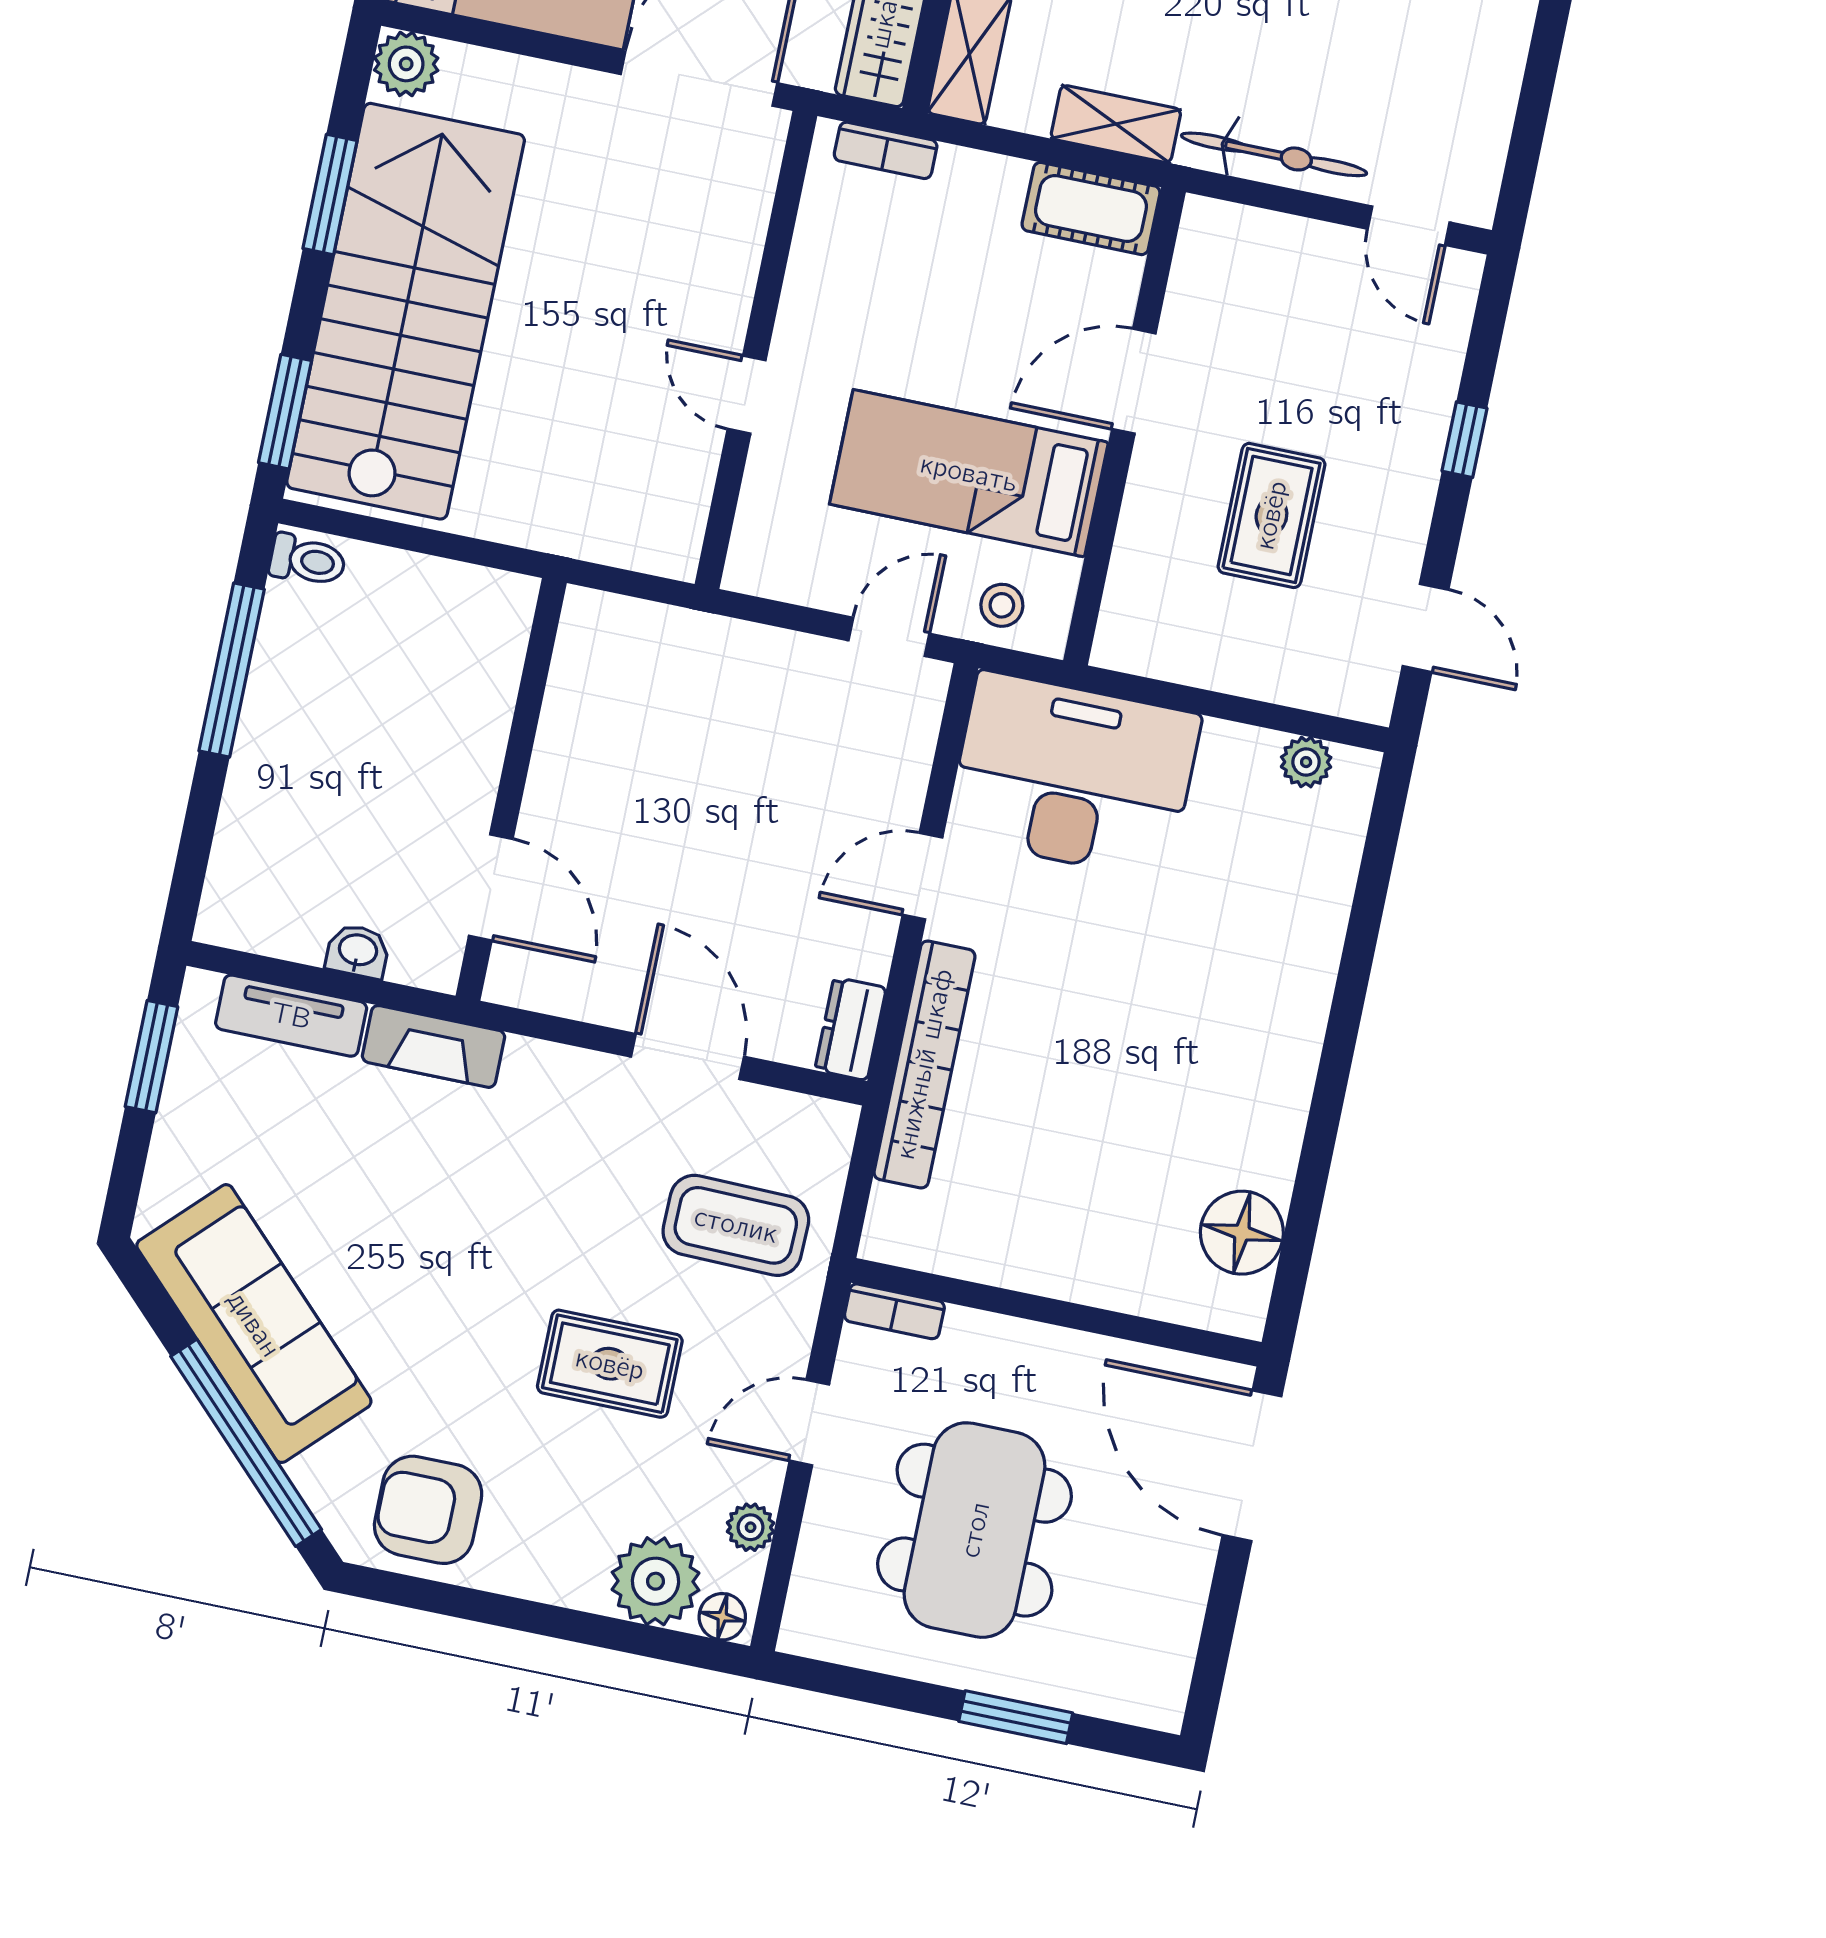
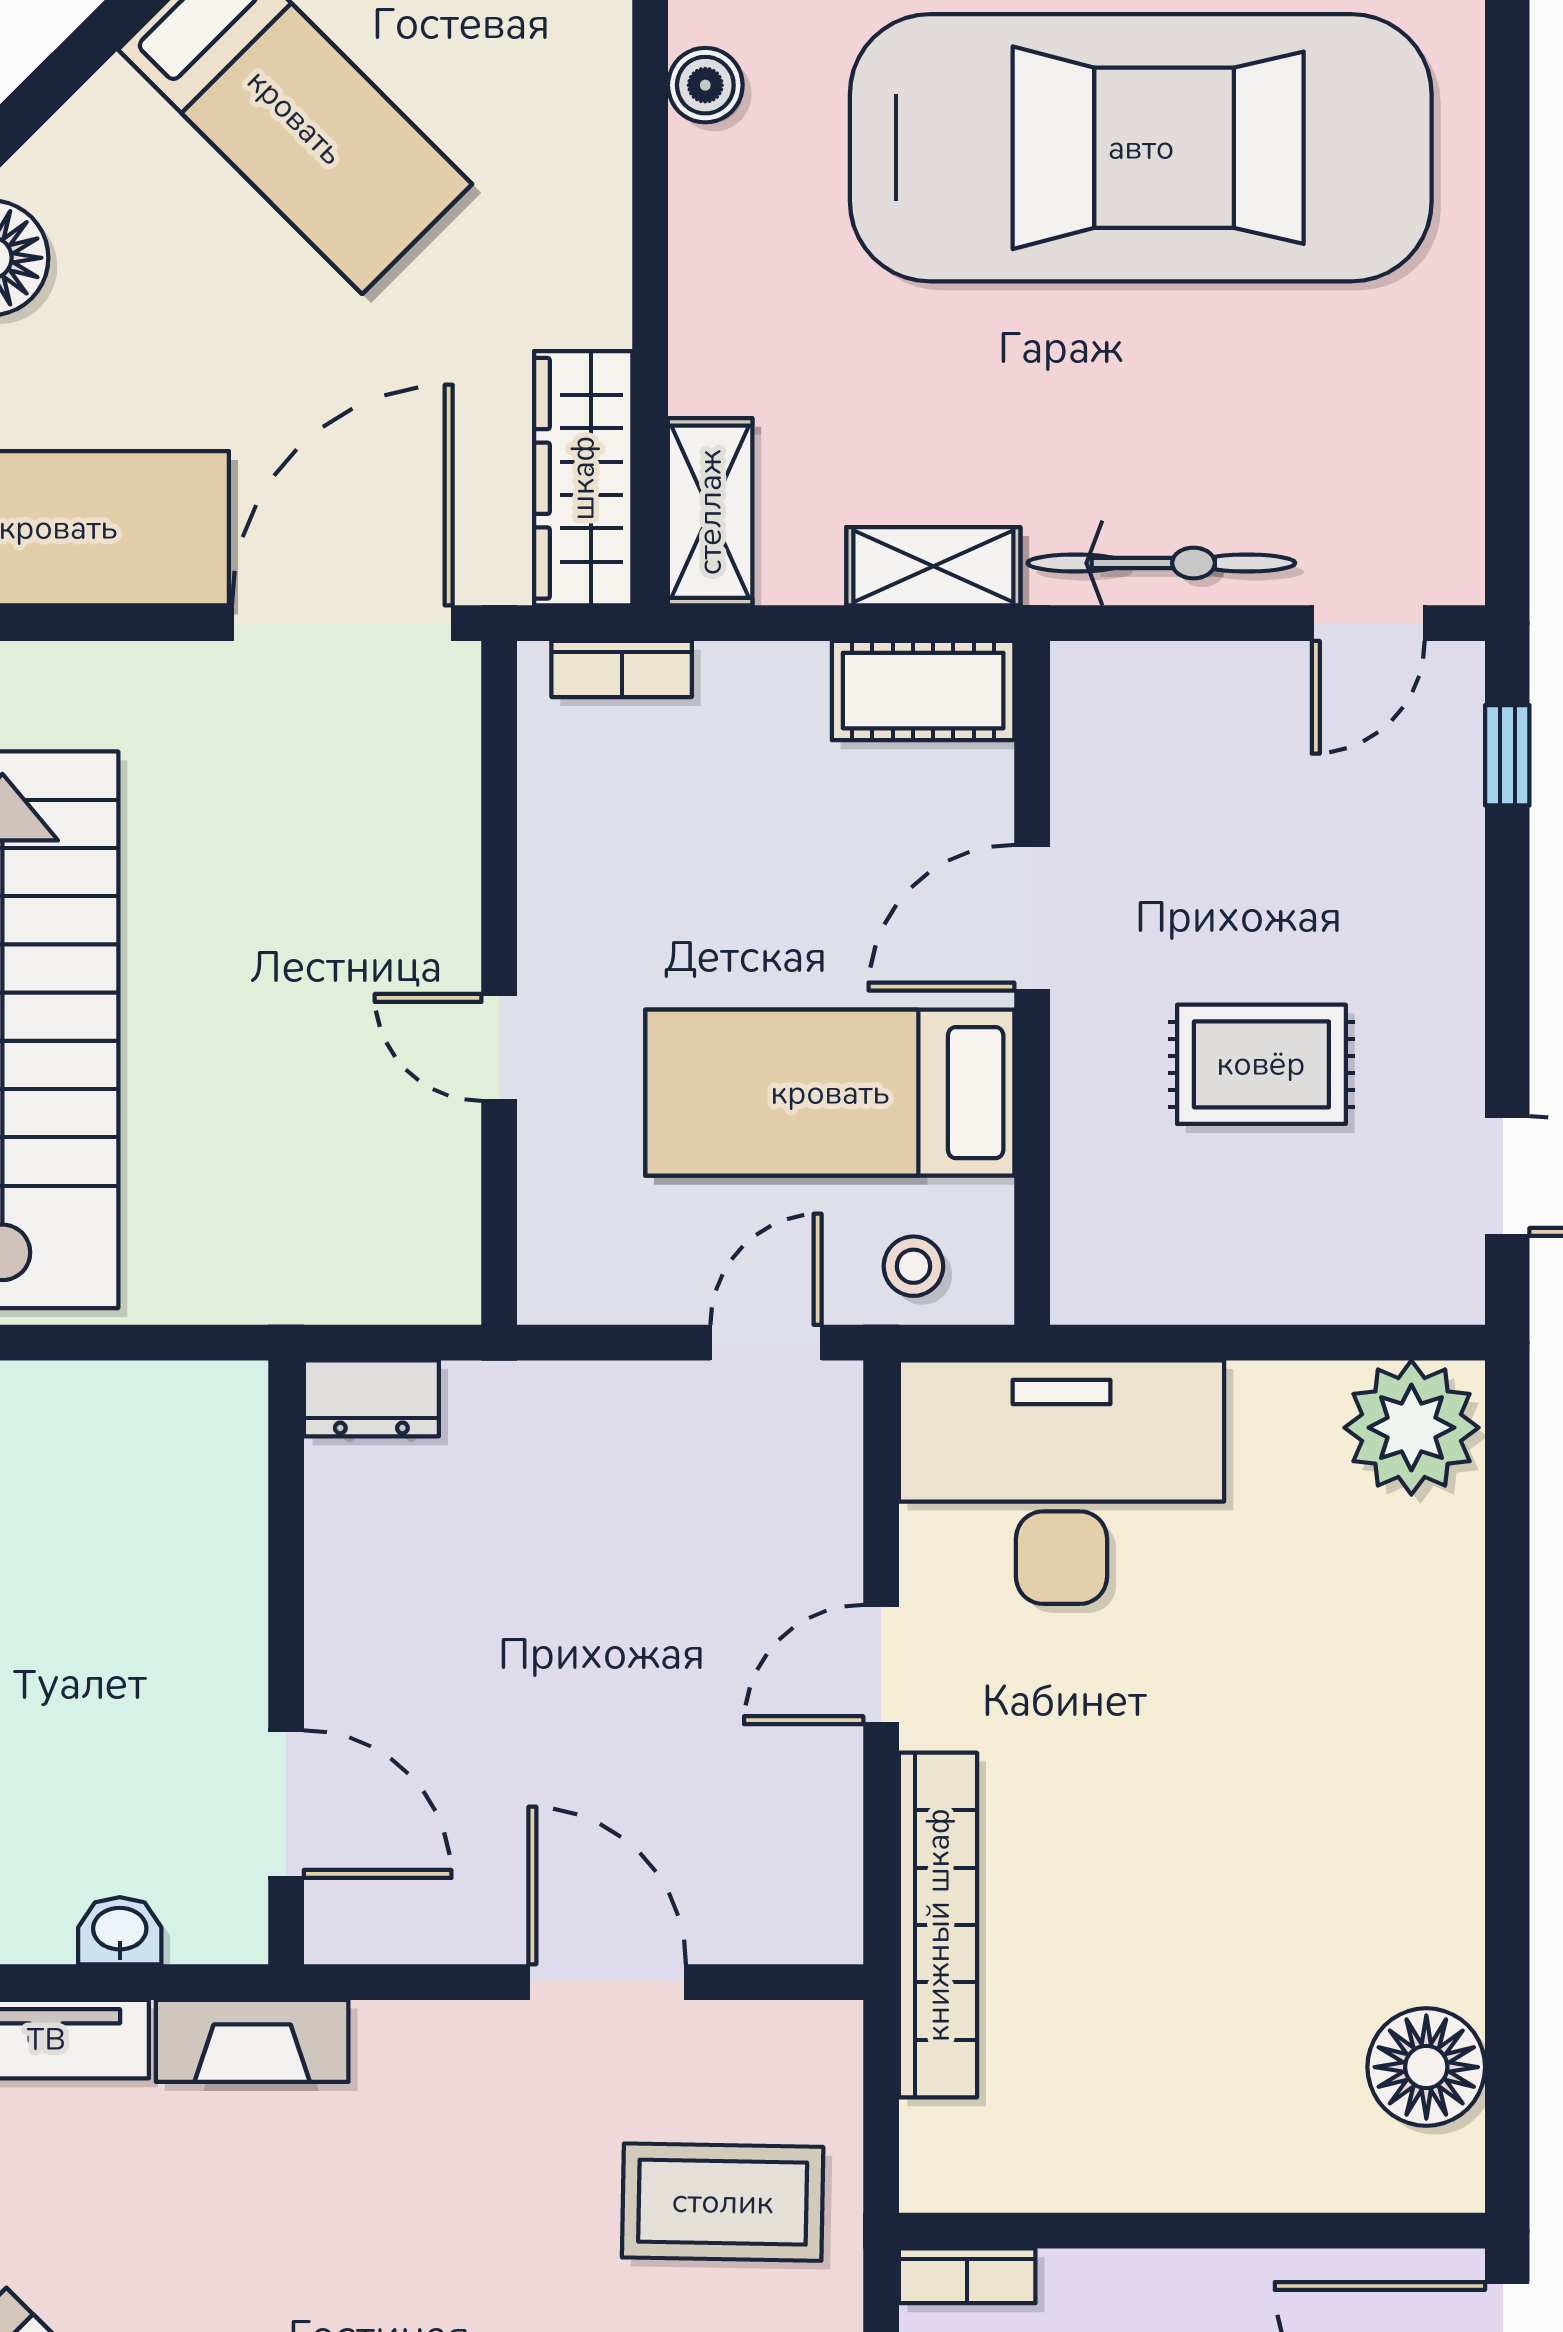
door: (1409, 226) -> (1368, 623), hinge flipped
window: (1465, 440) -> (1507, 755), moved
rug: (1271, 515) -> (1261, 1064), turned 90
plant: (1306, 762) -> (1411, 1428), width x1.87, depth x1.87
dresser: (851, 1029) -> (371, 1398), moved, turned -90

